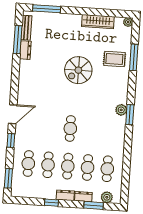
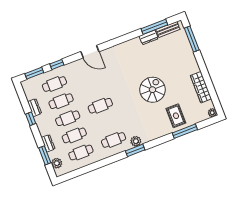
spiral stairs: (78, 70) -> (152, 90), turned 90
cafe table: (110, 131) -> (114, 140), added
window: (11, 140) -> (57, 64), moved
dresser: (65, 195) -> (34, 108), moved

